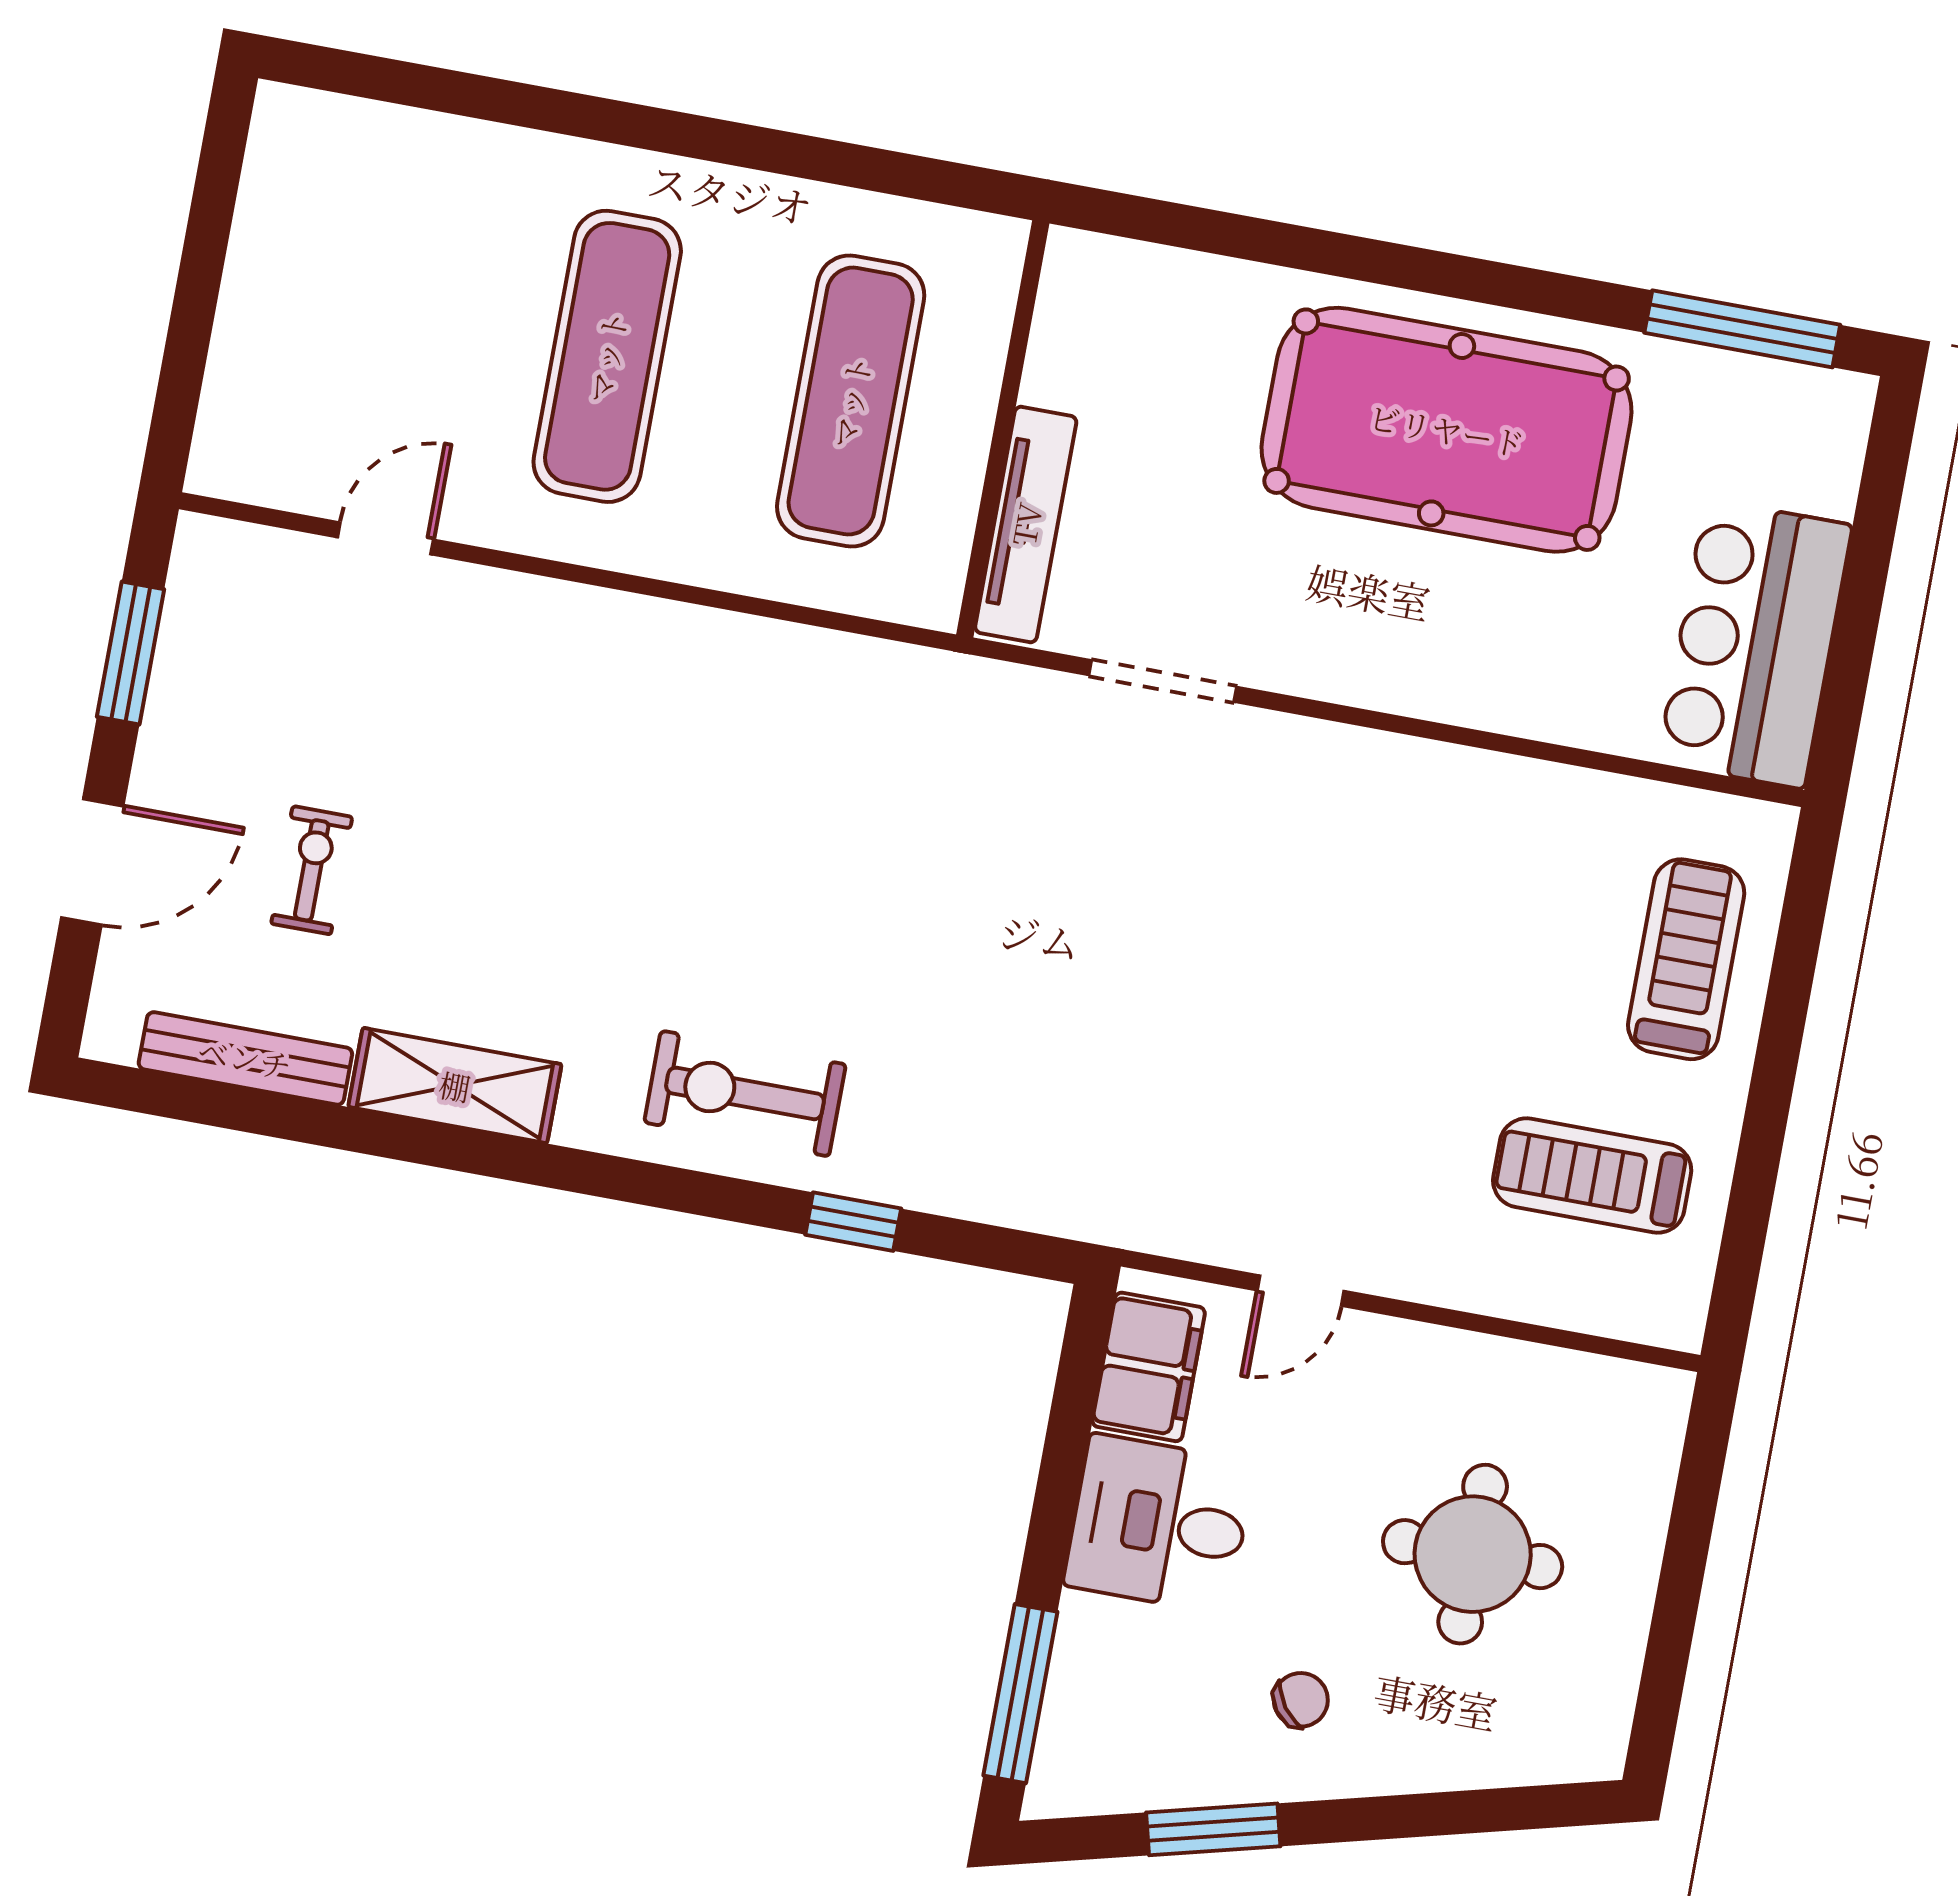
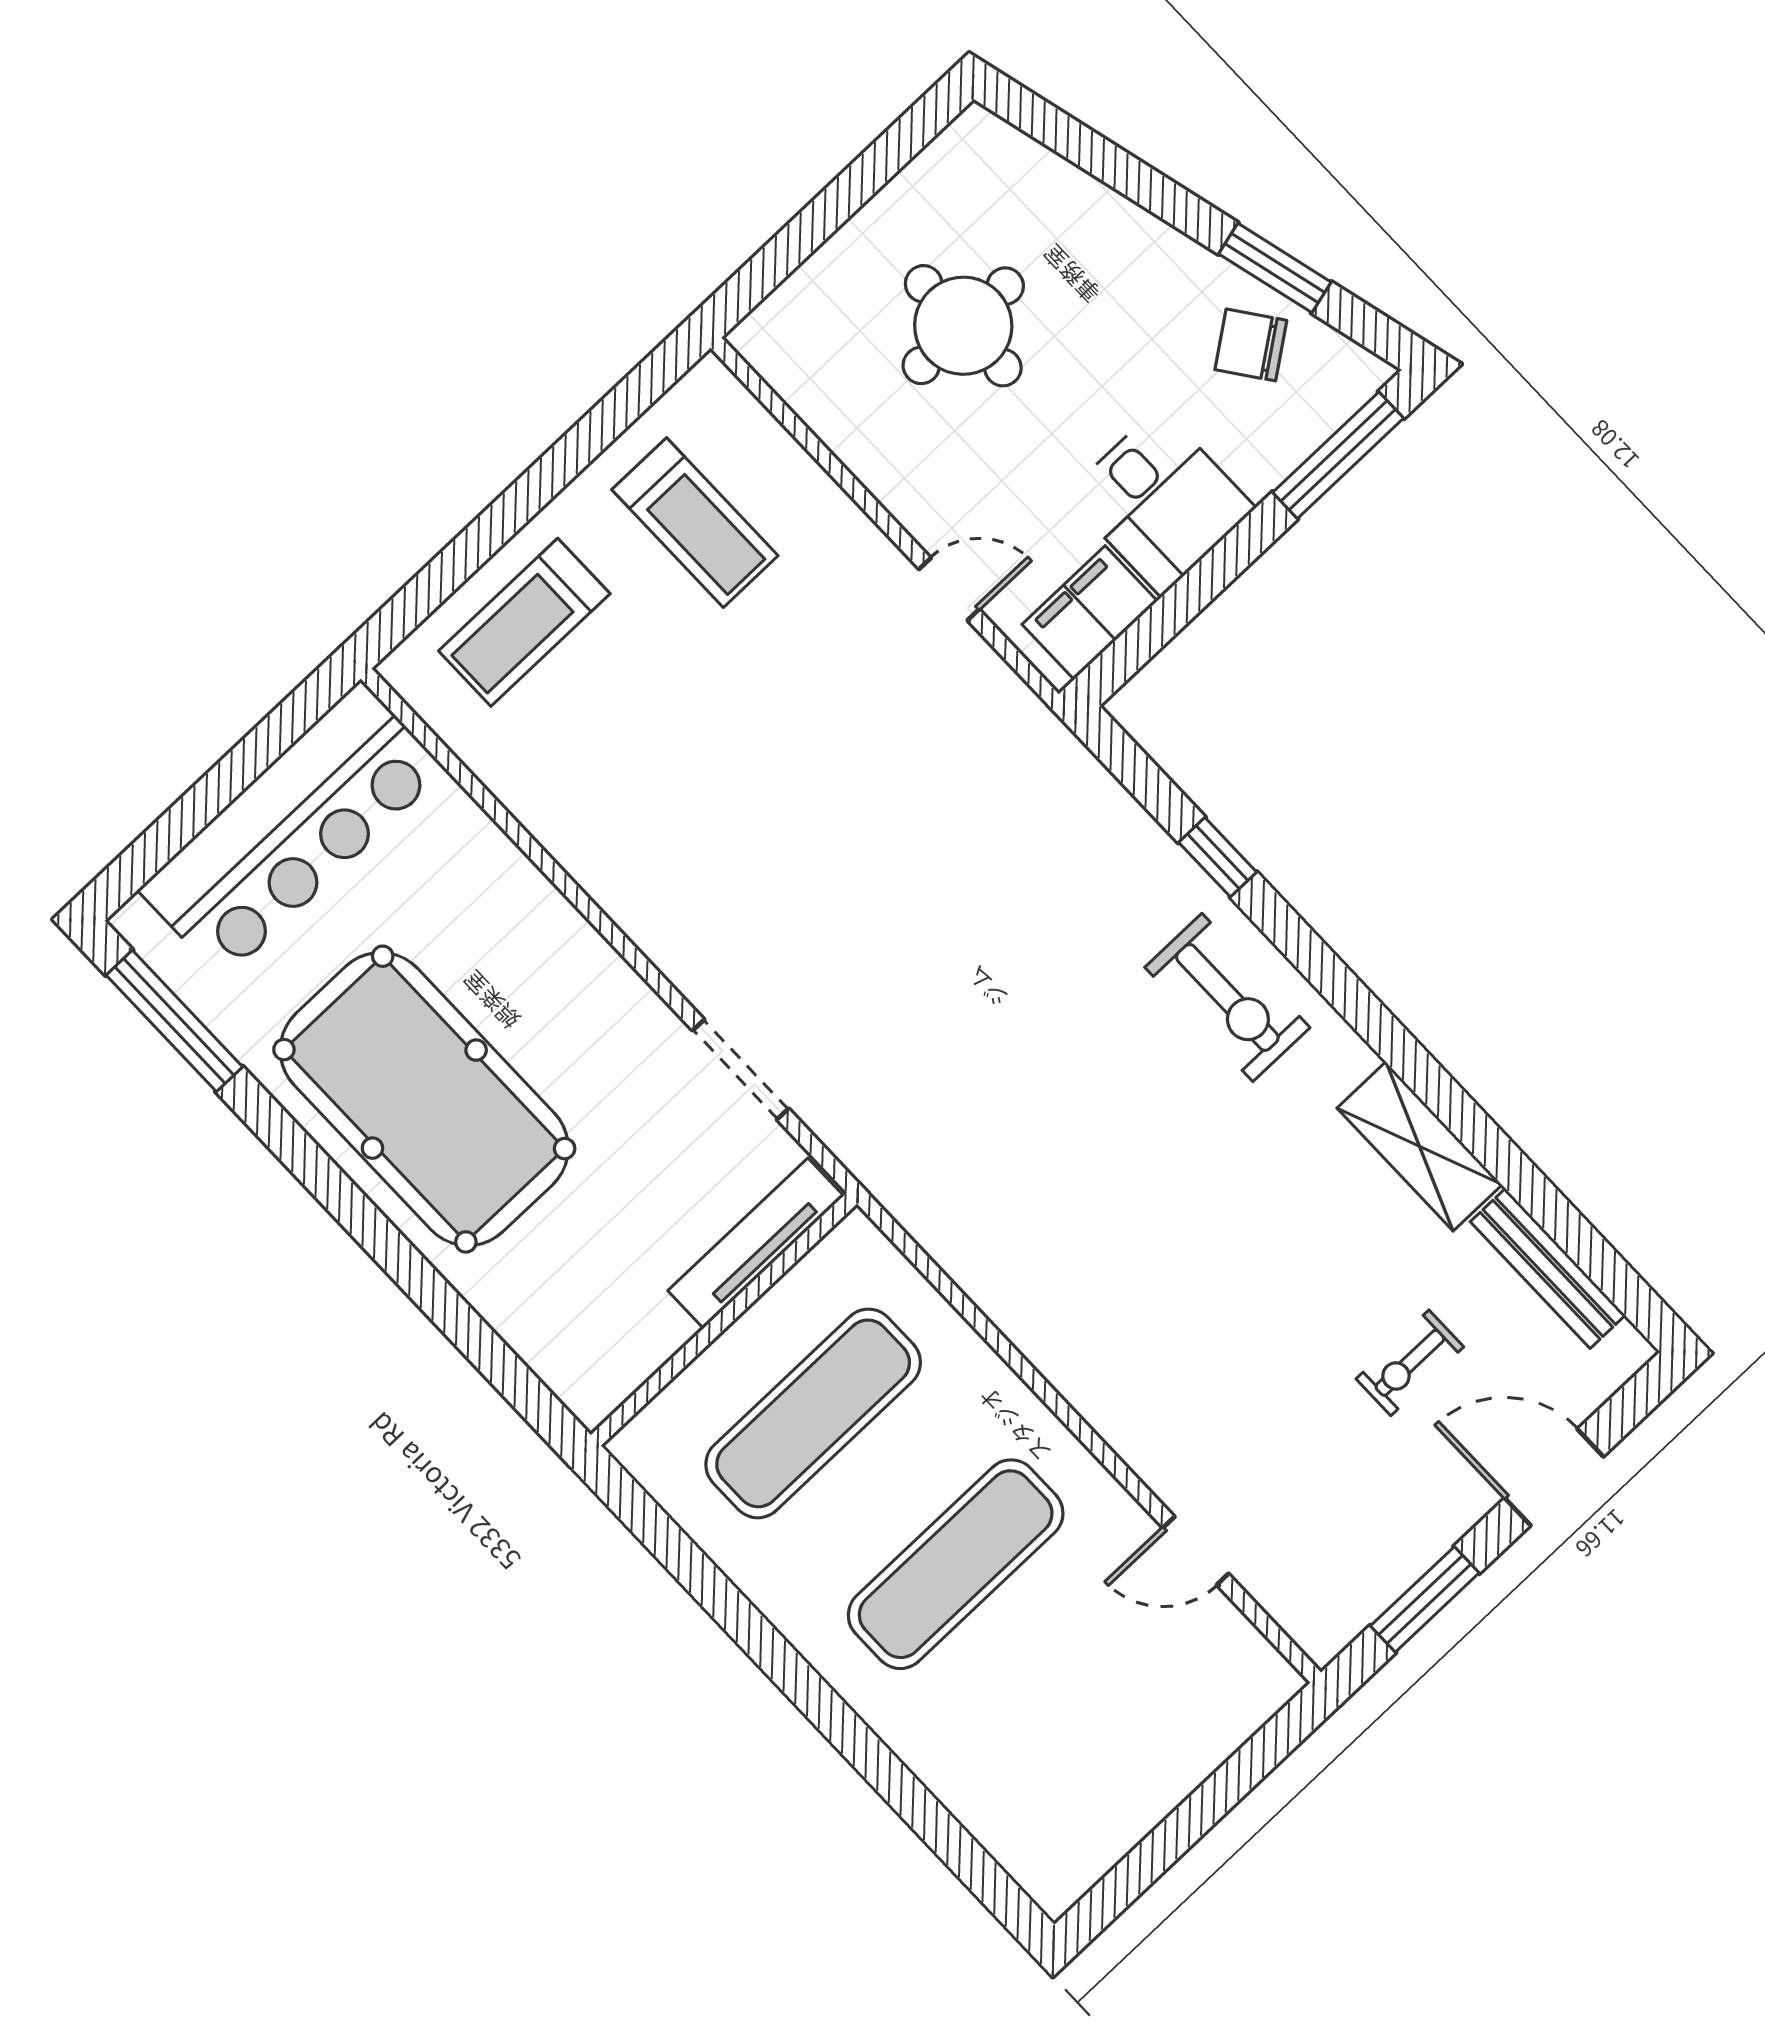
bar counter: (1755, 644) -> (292, 830), width x1.36
chair: (1301, 1700) -> (1251, 345), moved, width x1.37, depth x1.37

